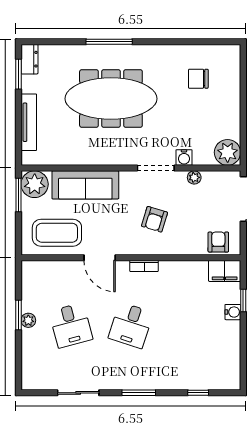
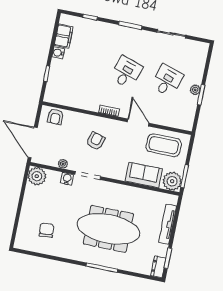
chair: (198, 79) -> (46, 230), turned -94
sofa: (85, 185) -> (144, 175), width x0.73
filing cabinet: (225, 271) -> (64, 36), moved, turned 90
water cooler: (233, 312) -> (58, 53), moved
desk: (71, 325) -> (167, 81), turned 33

